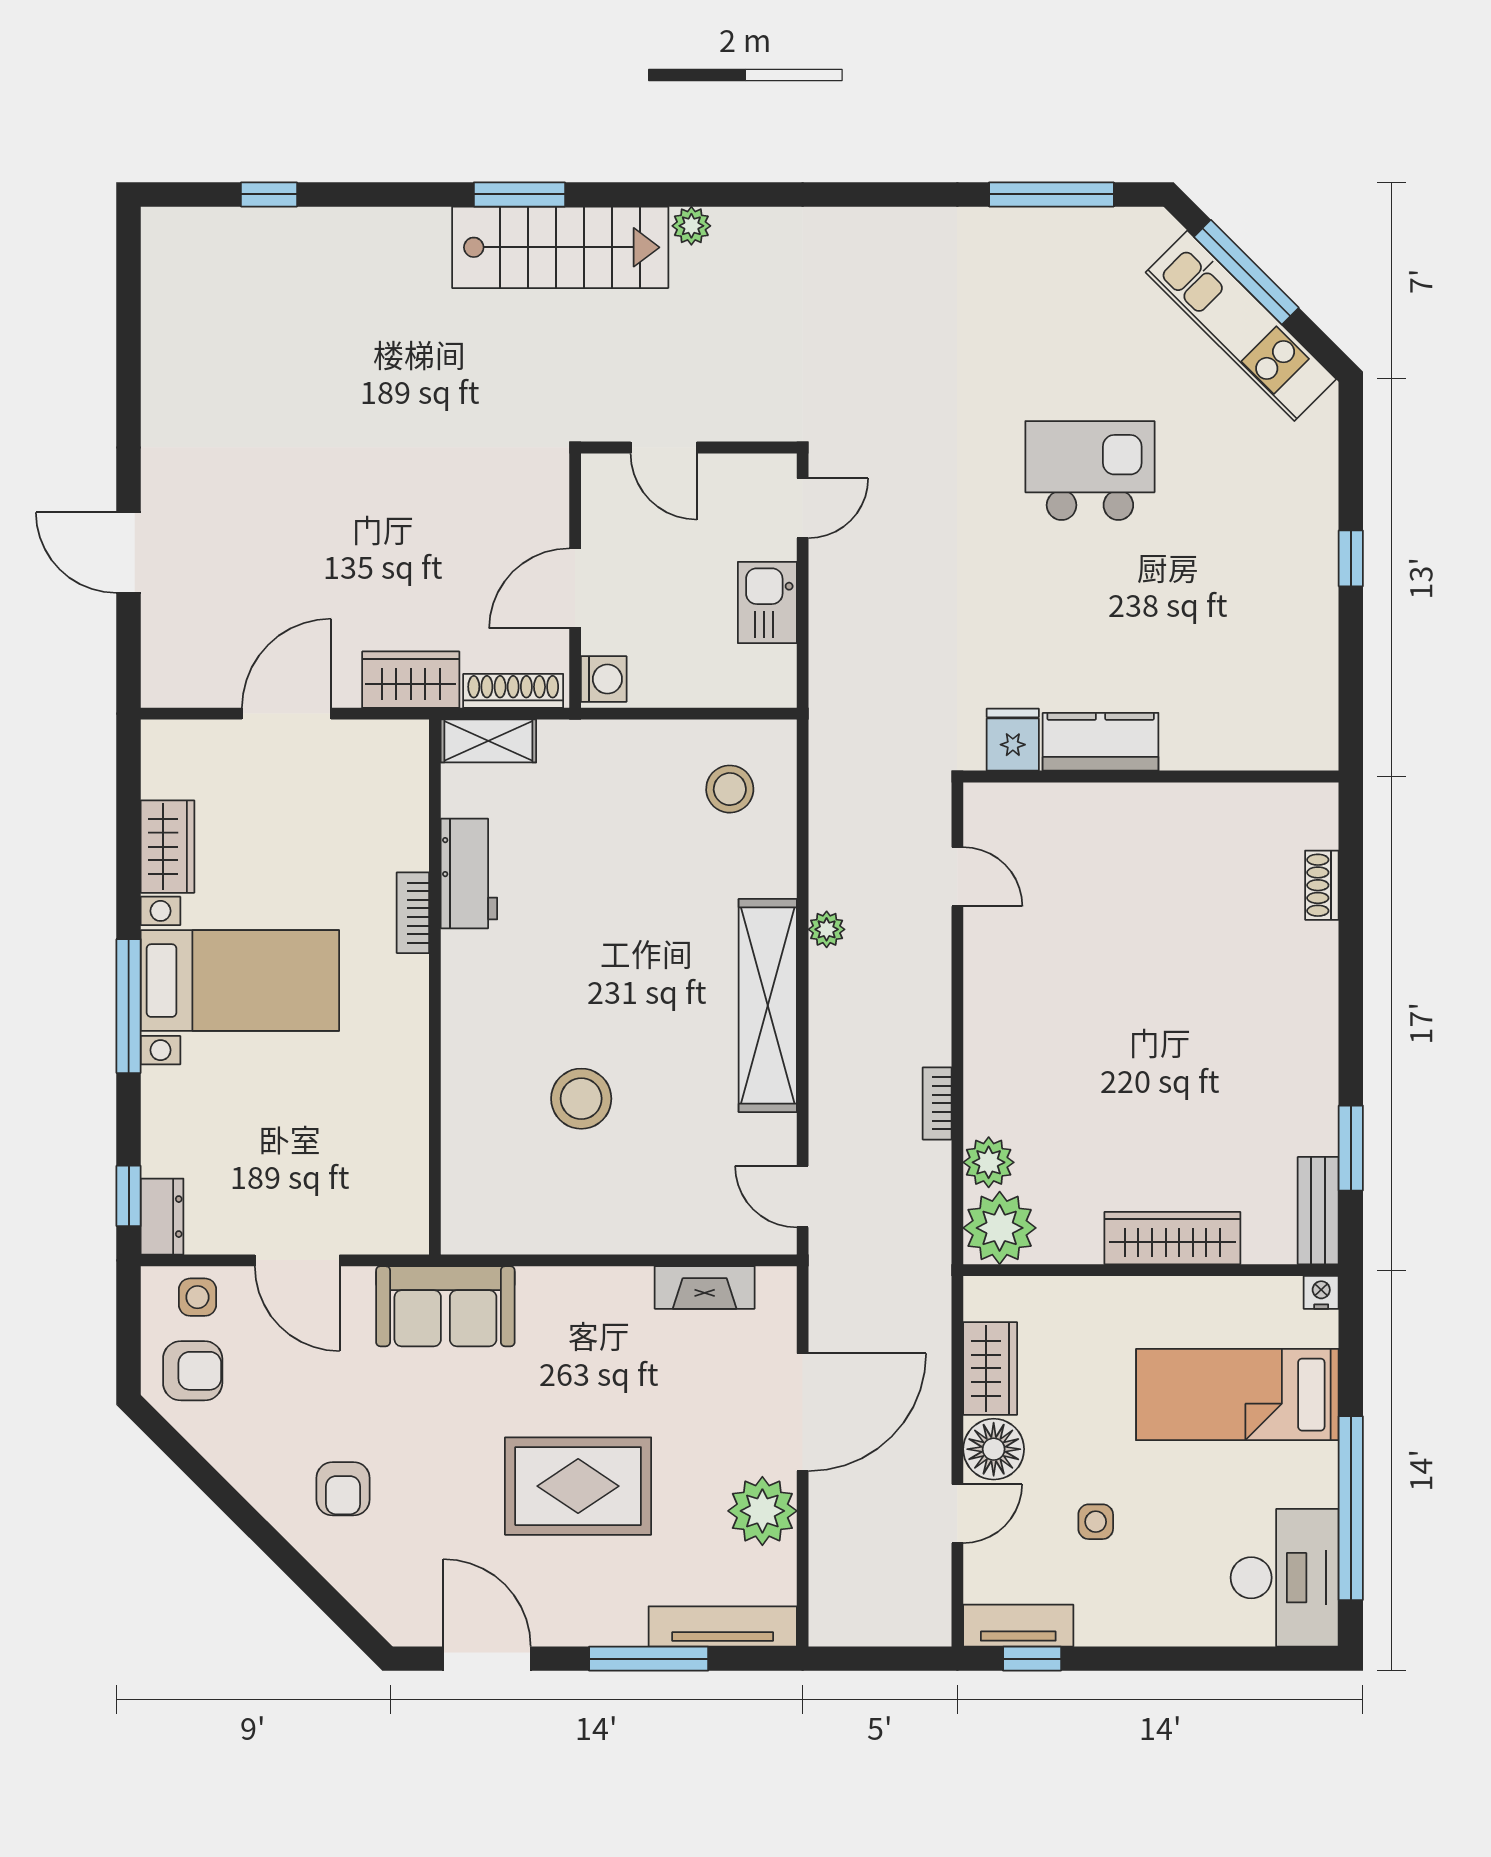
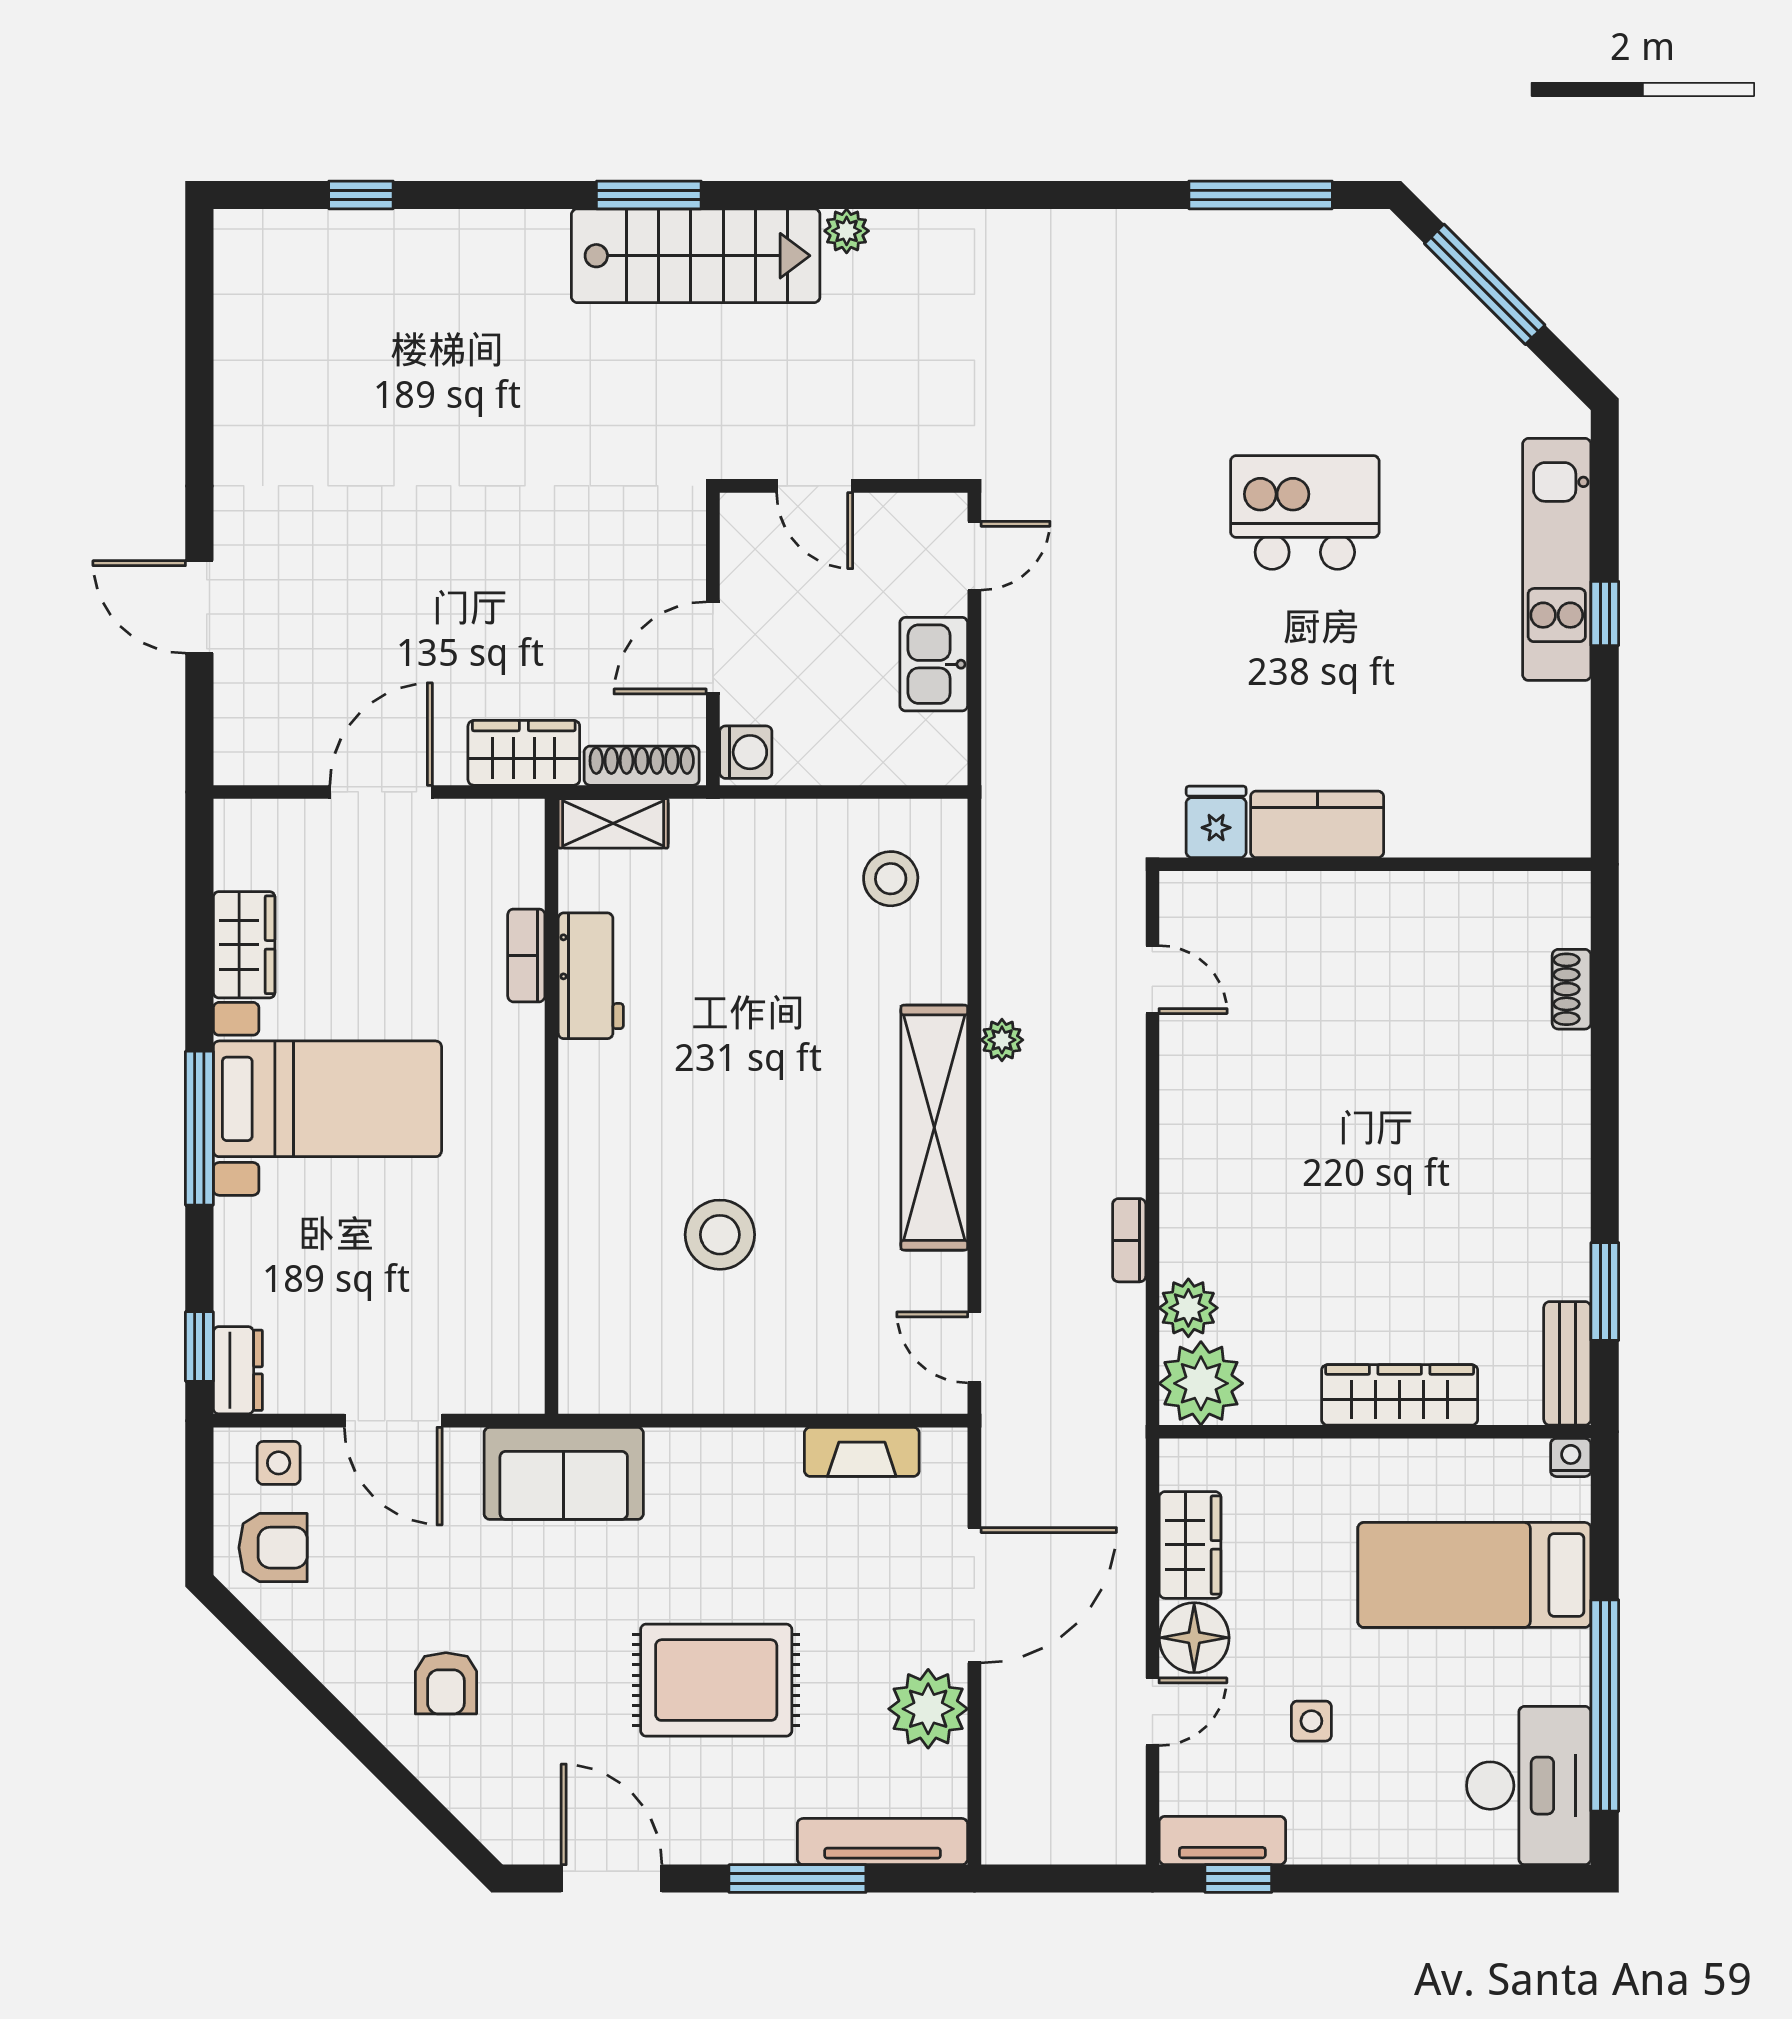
kitchen unit: (1241, 326) -> (1557, 559), moved, turned 45
bookcase: (413, 913) -> (526, 955), moved

